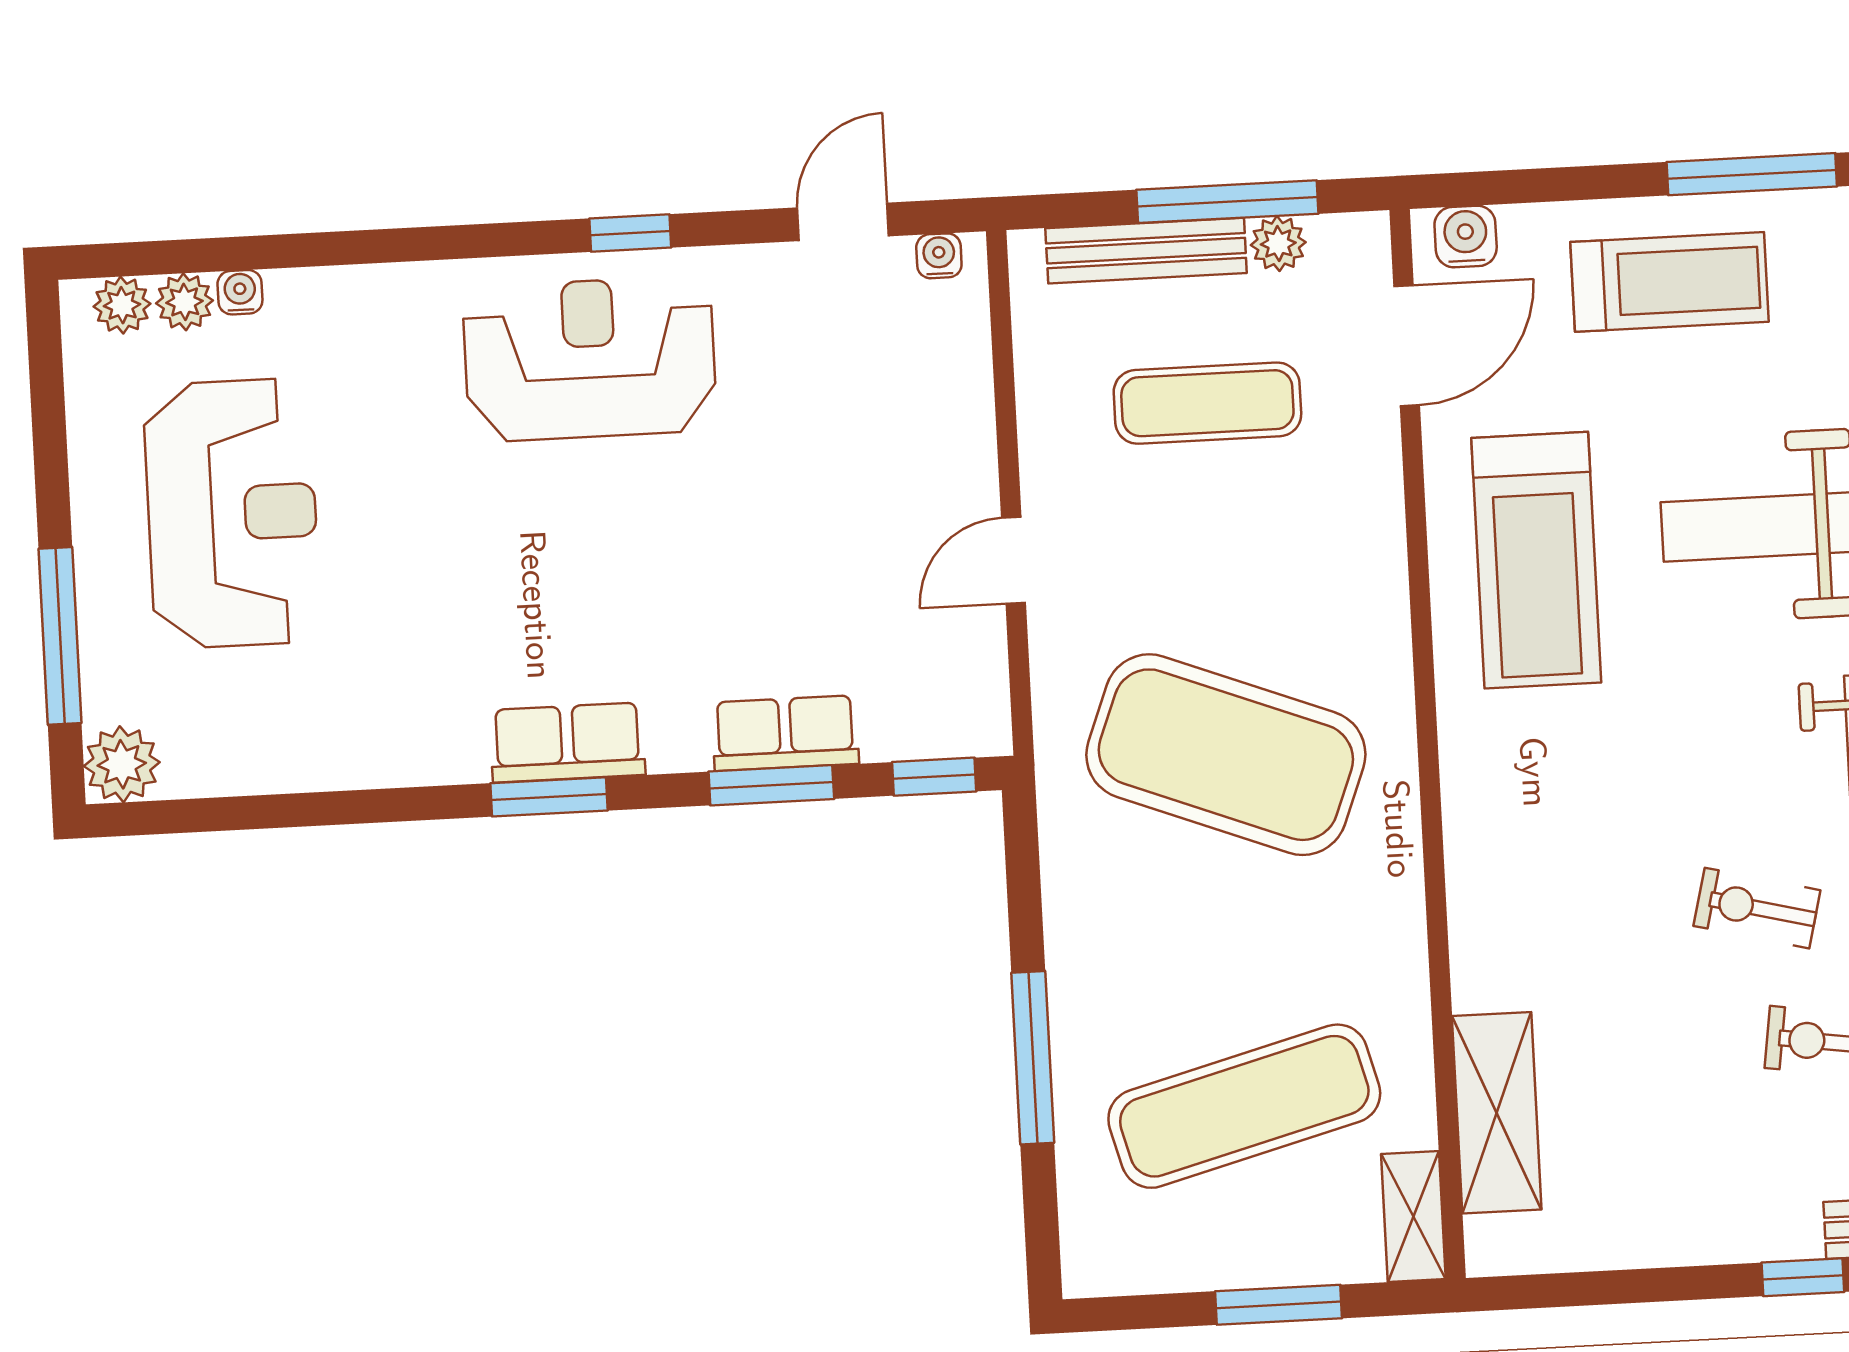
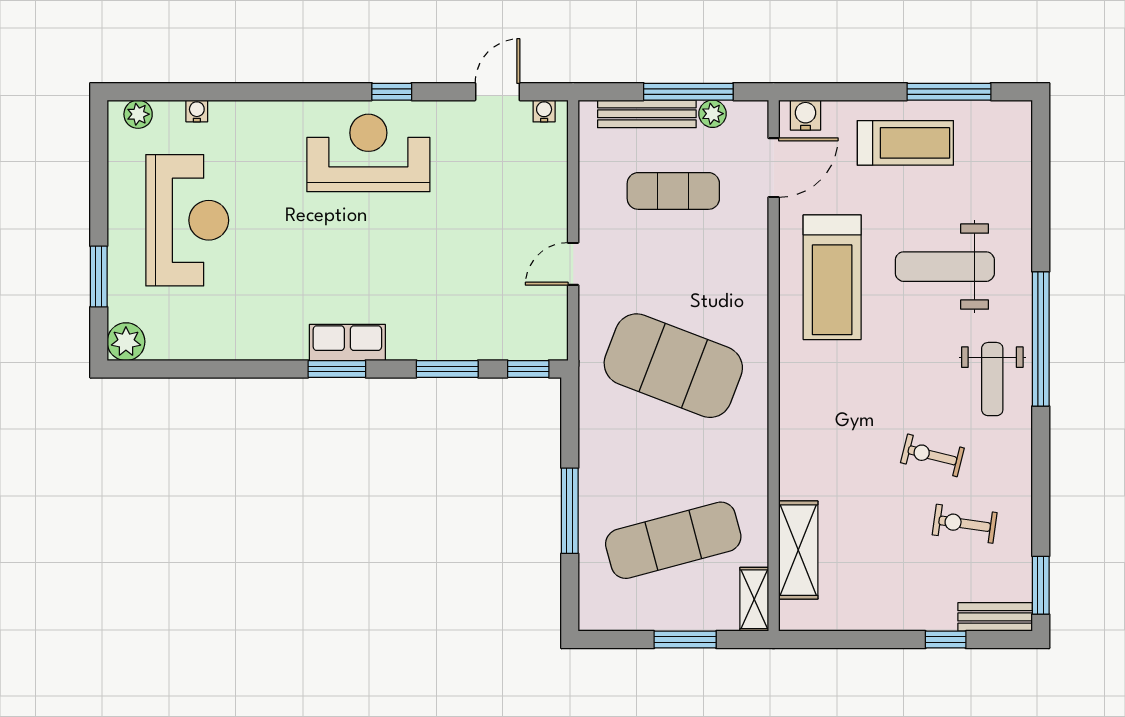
plant: (185, 302) -> (169, 114), removed
window: (60, 636) -> (99, 276), width x0.69
row of seats: (785, 733) -> (456, 343), removed

